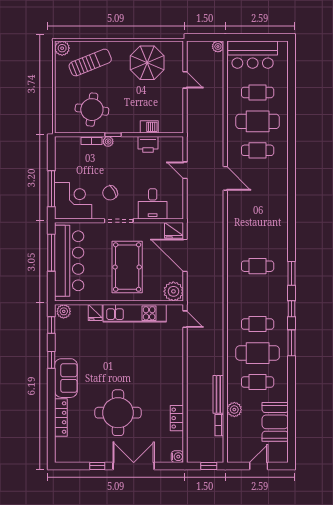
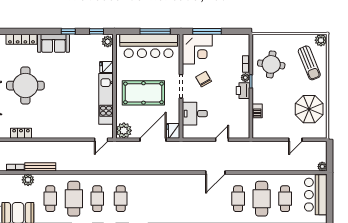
printer: (148, 144) -> (243, 91), moved
cafe table: (258, 266) -> (121, 199), moved

